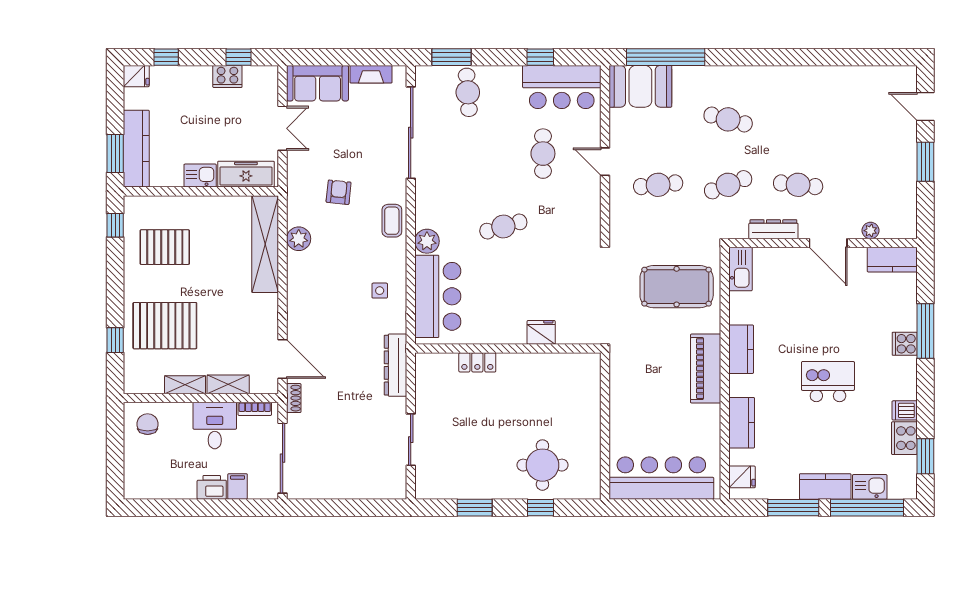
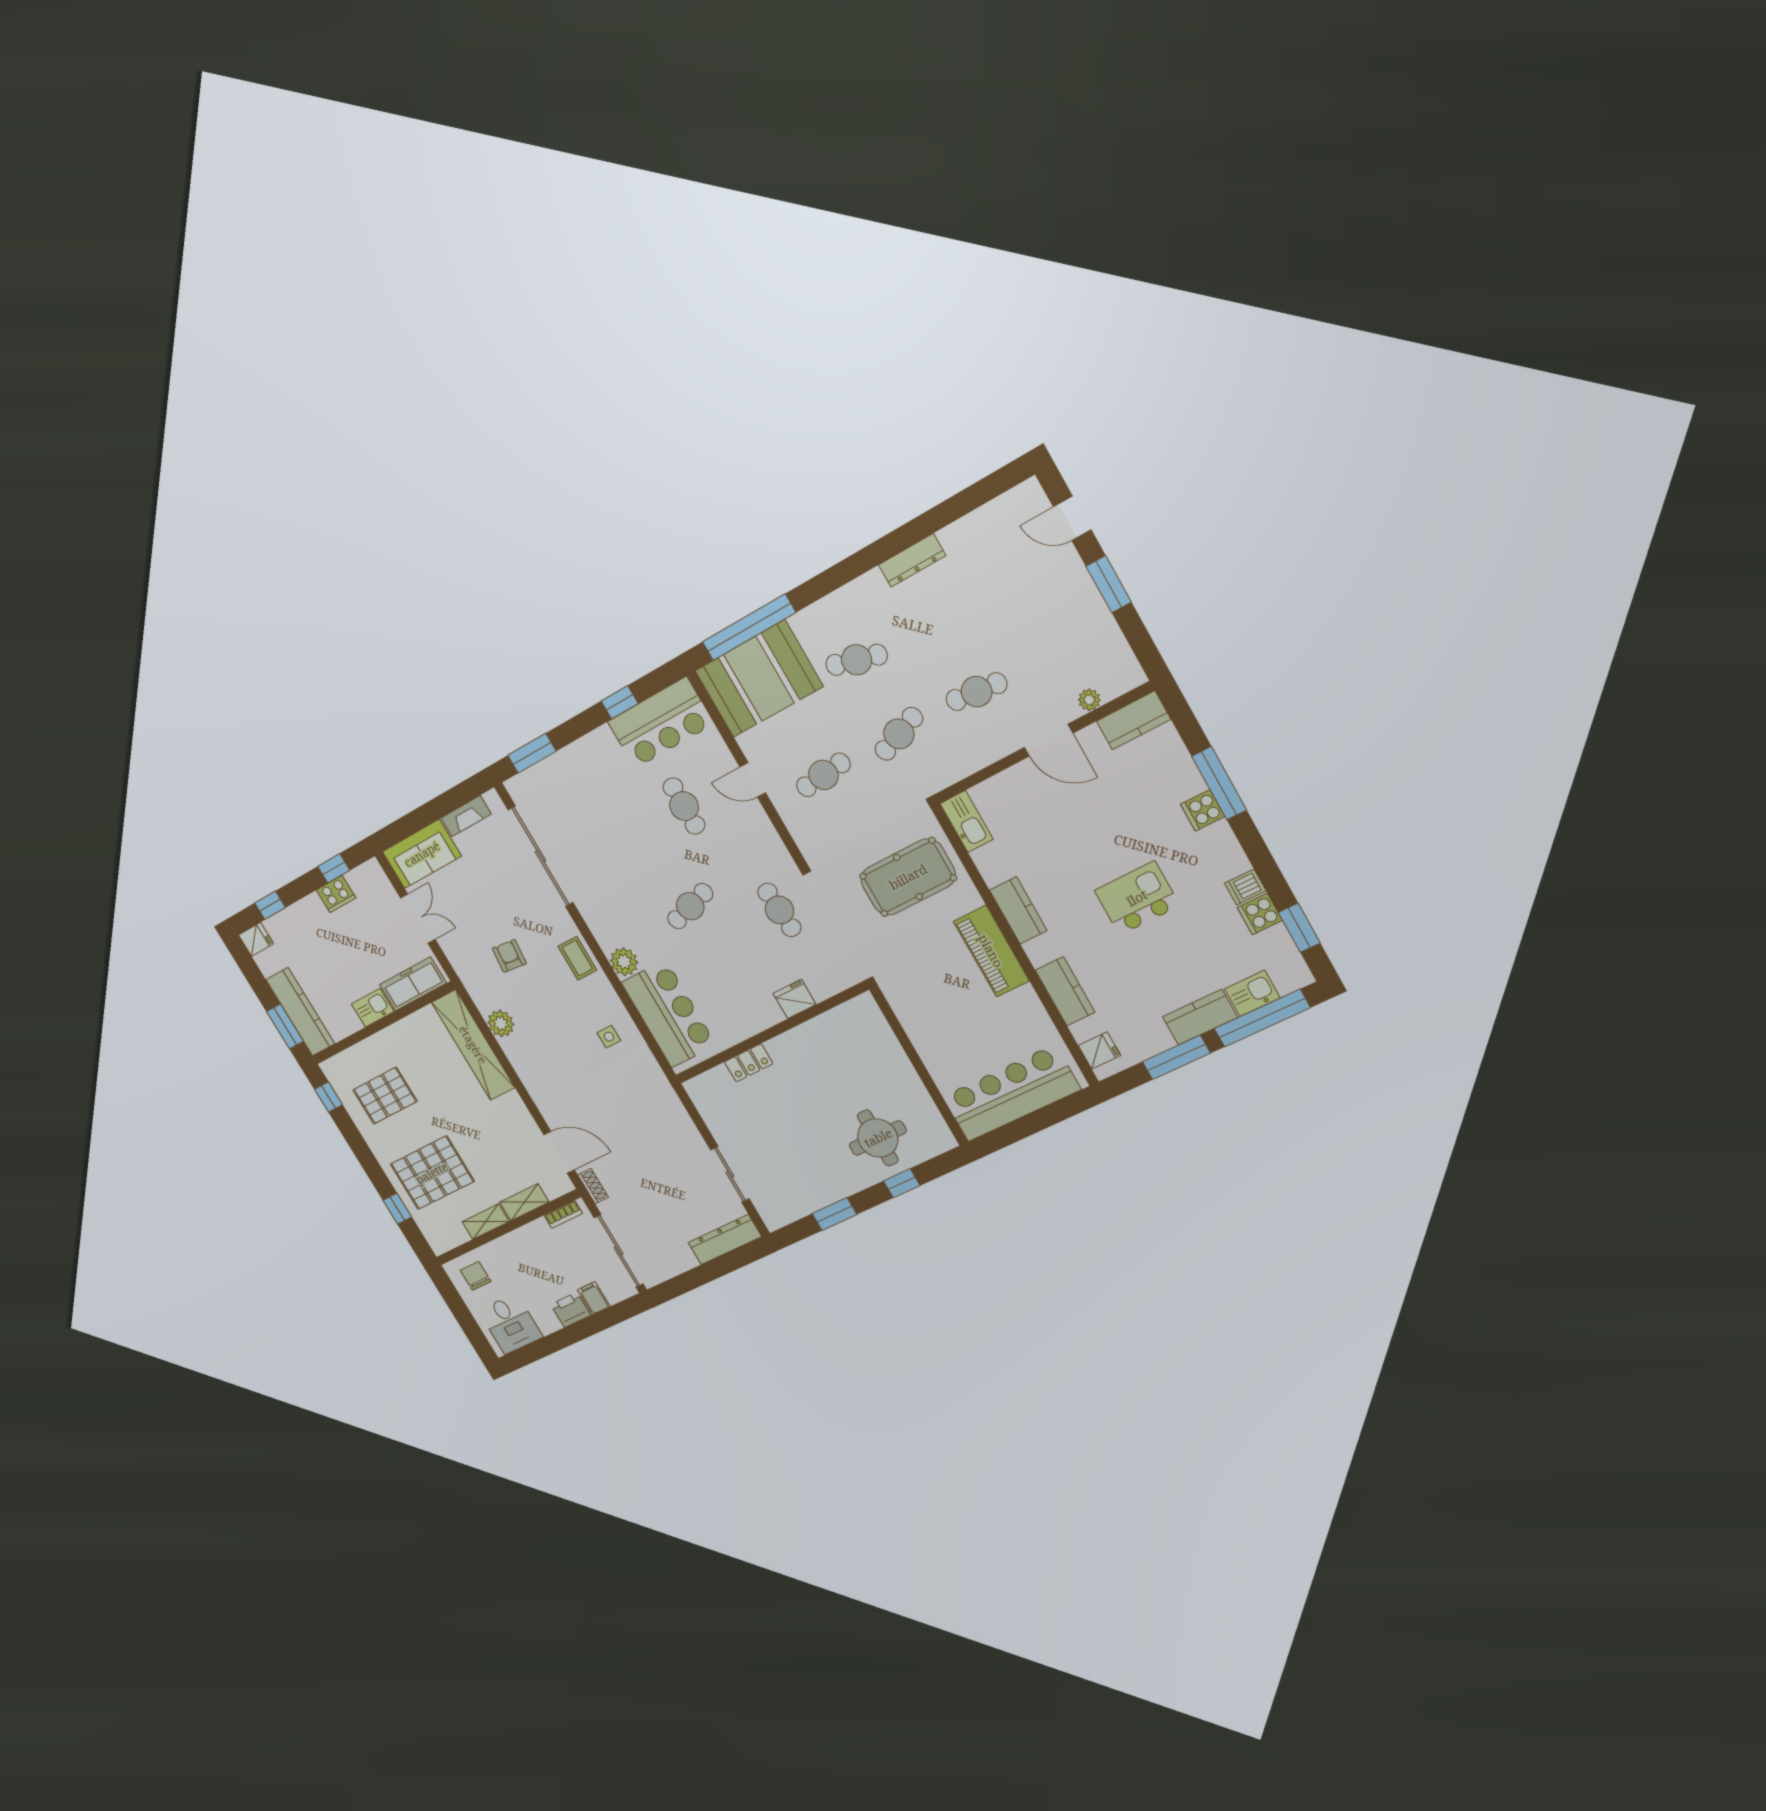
booth: (640, 86) -> (759, 679), width x1.36, depth x1.42
cafe table: (468, 92) -> (779, 910), moved
dresser: (773, 229) -> (912, 560), moved, turned 180
dresser: (395, 365) -> (725, 1240), moved, turned 90
desk: (215, 426) -> (510, 1324), moved, turned 180
cooker: (904, 438) -> (1260, 914), width x0.73

